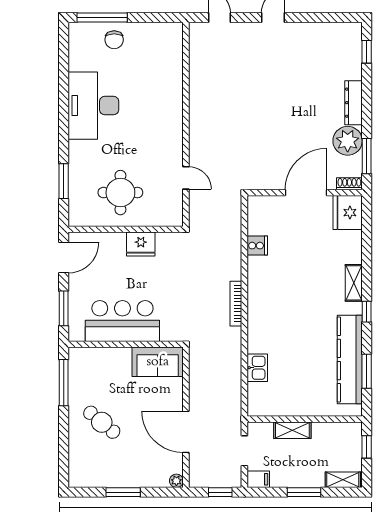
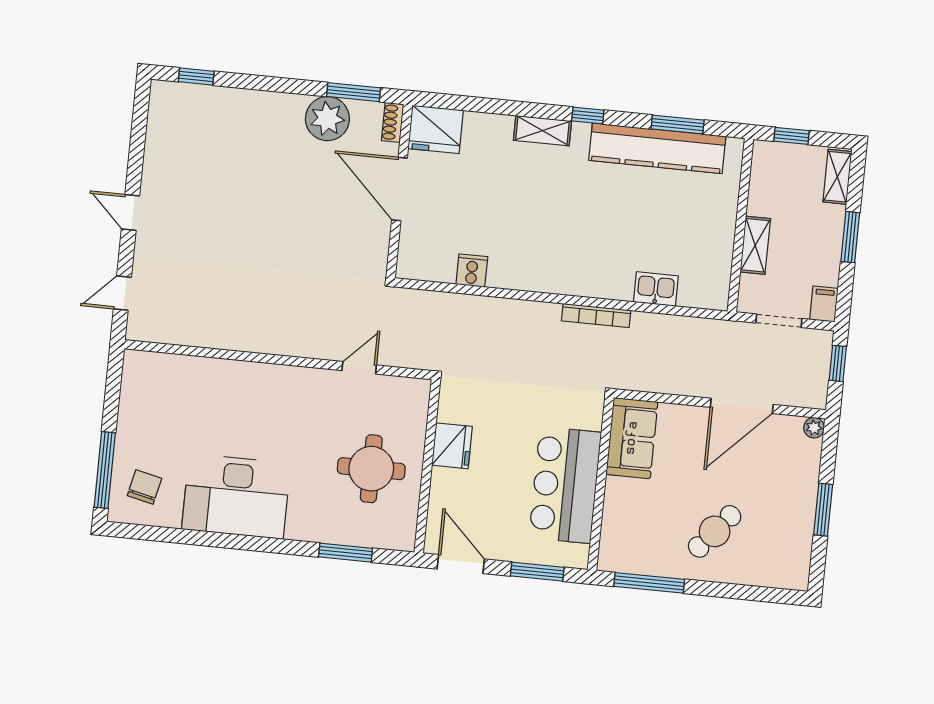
chair: (114, 40) -> (144, 487), moved, turned -77
dresser: (353, 103) -> (271, 104), removed
bookcase: (236, 304) -> (596, 315), moved

